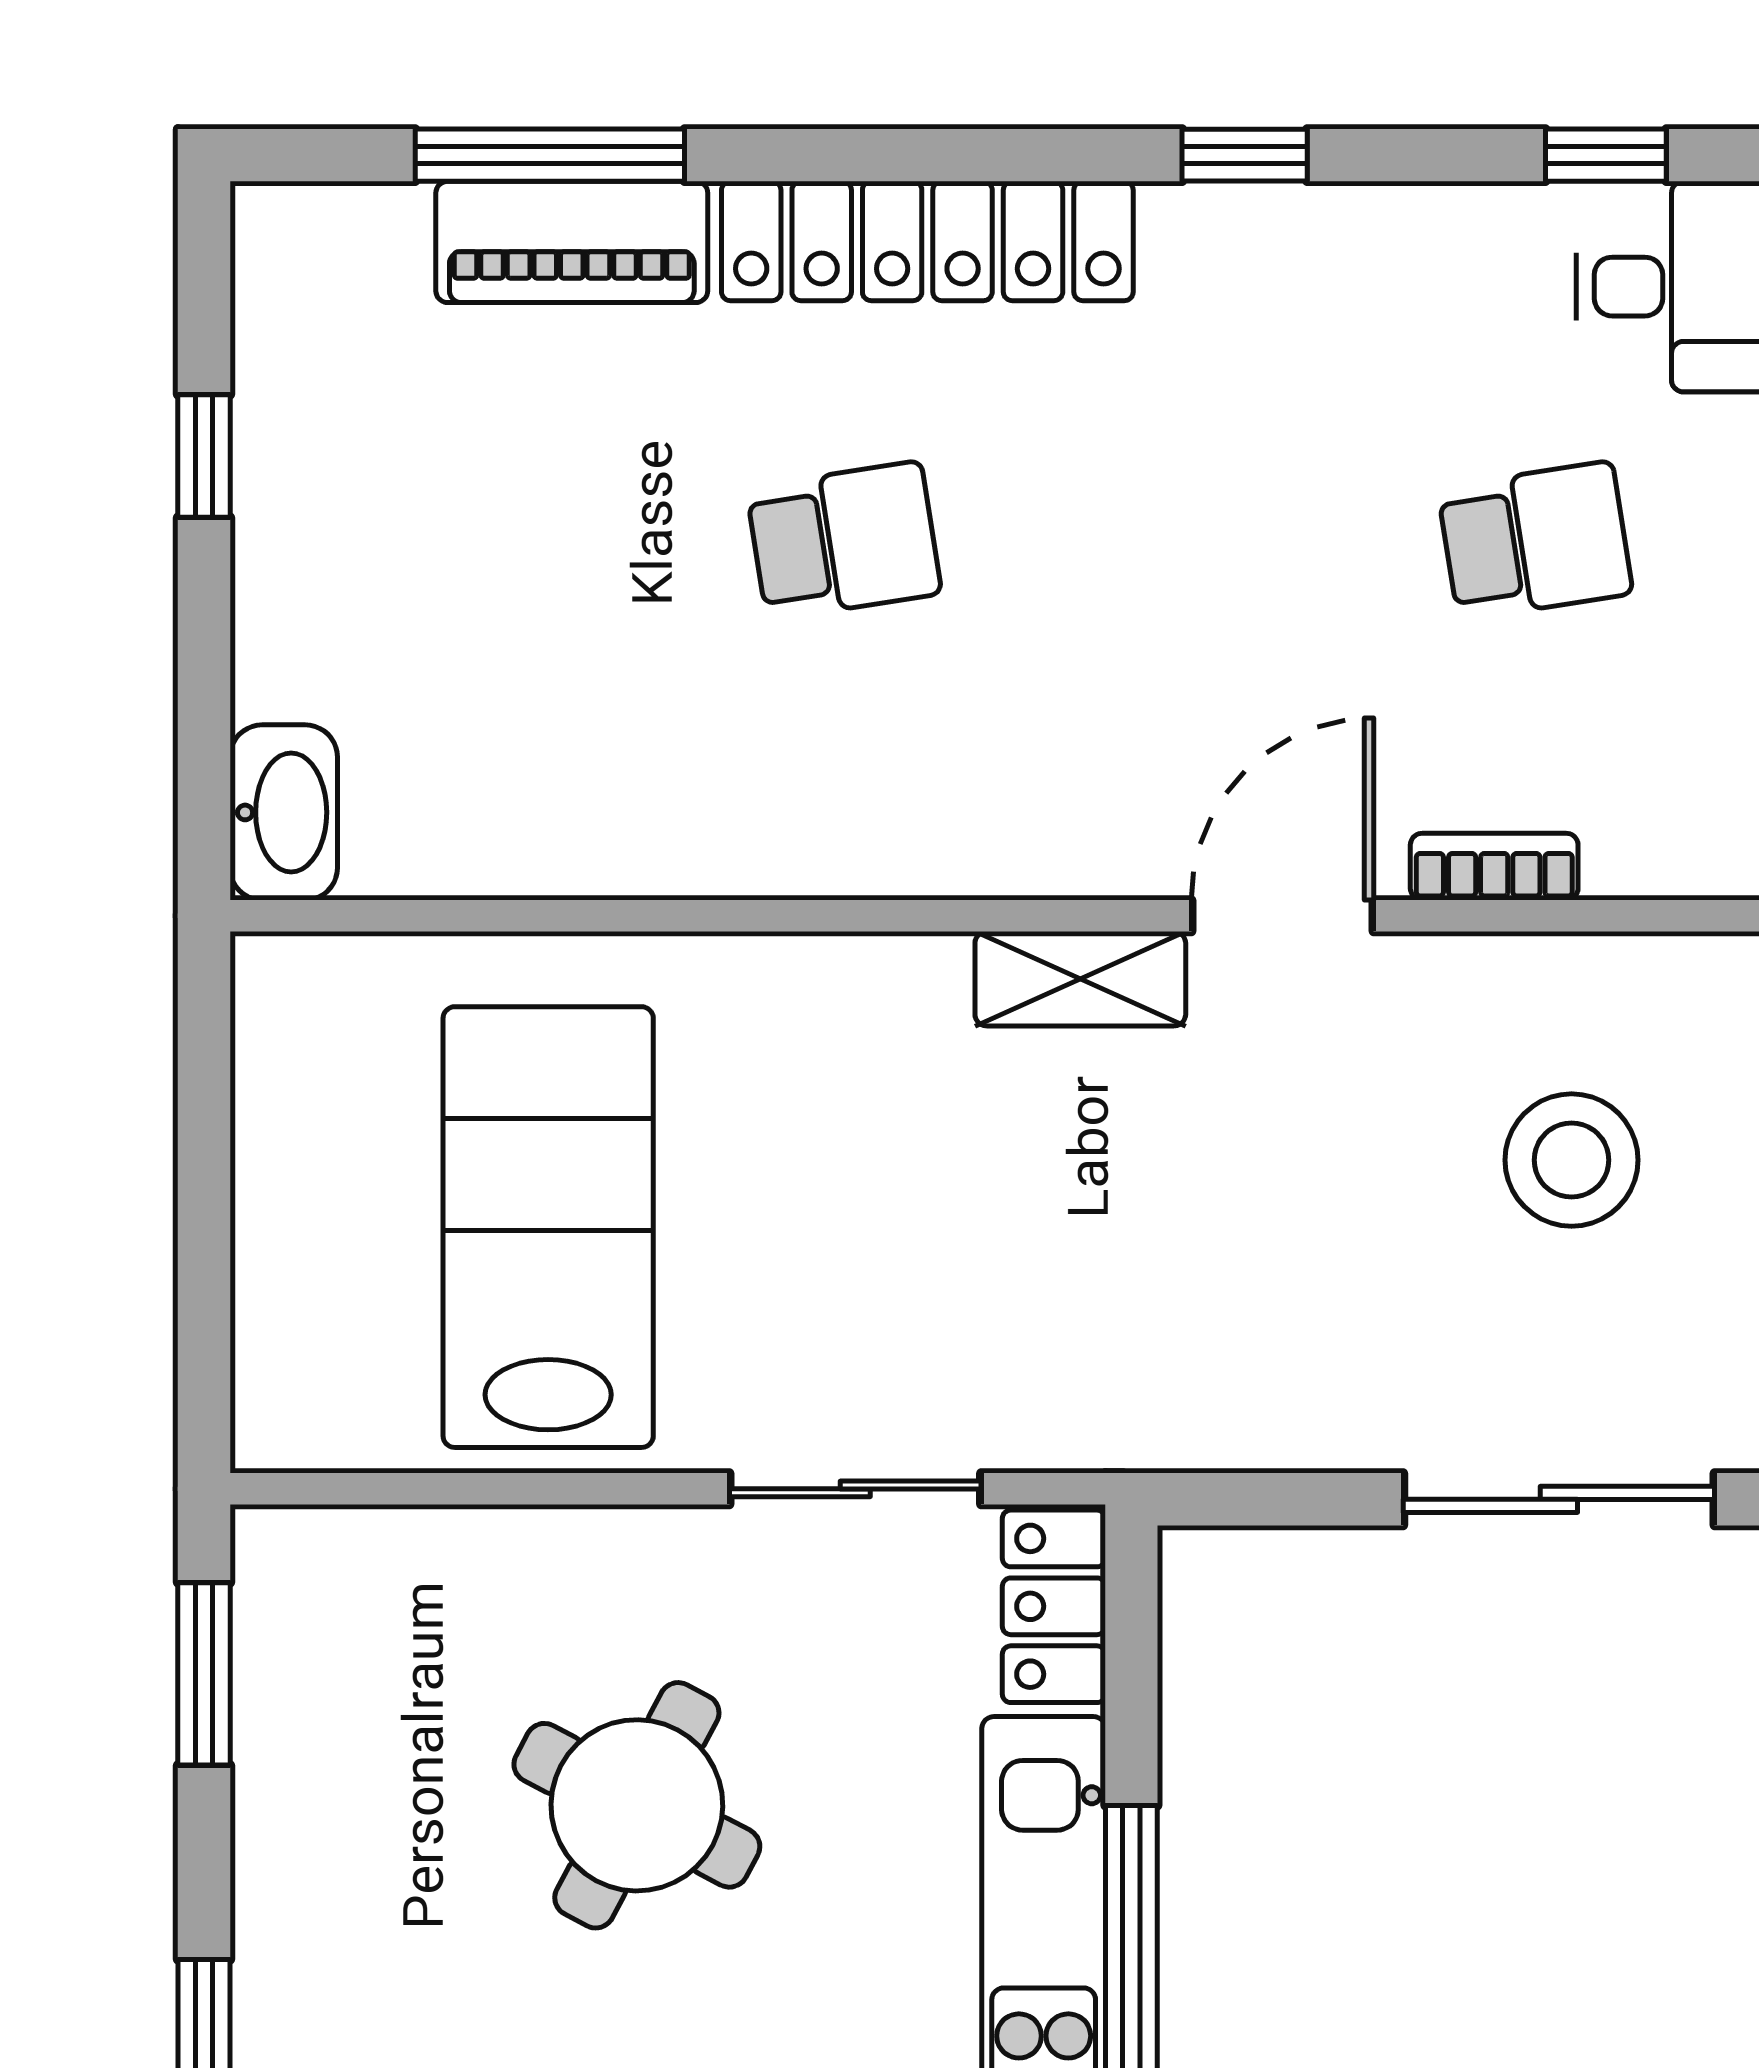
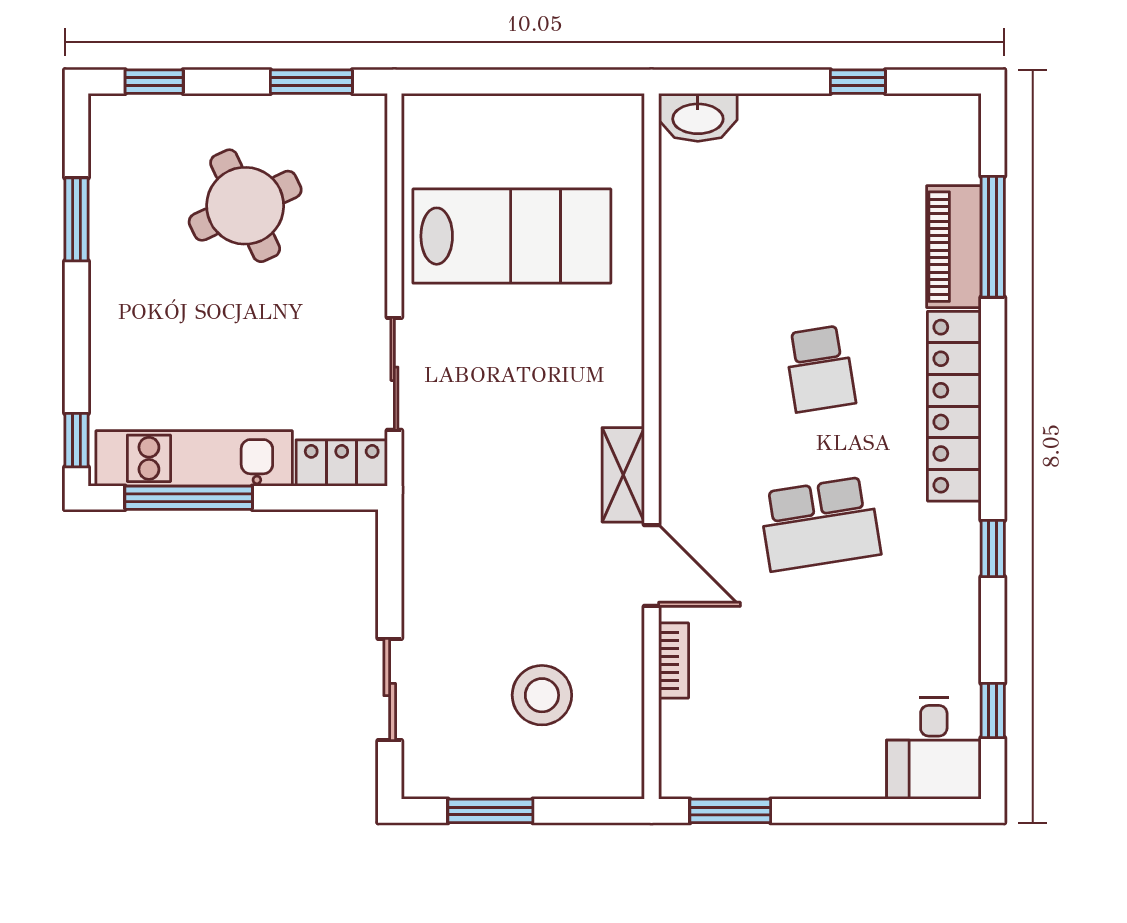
school desk: (1535, 541) -> (820, 524), moved, width x1.85
sliding door: (1559, 1499) -> (390, 689), width x0.73
round table: (637, 1805) -> (245, 206), moved, turned 37

